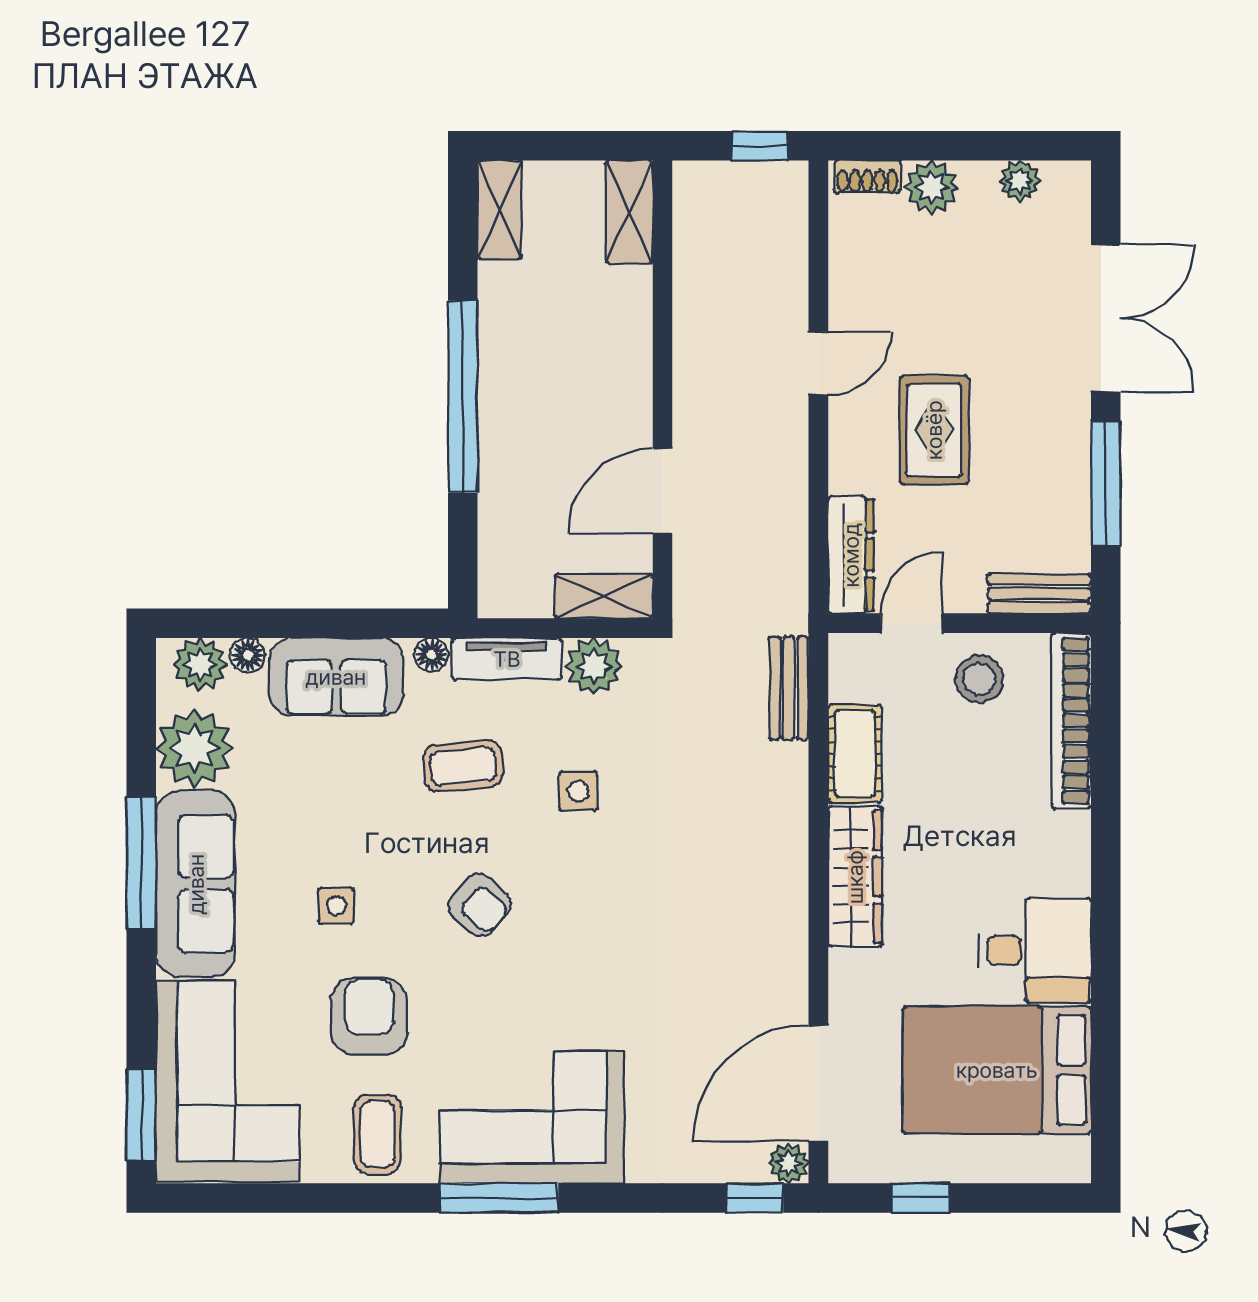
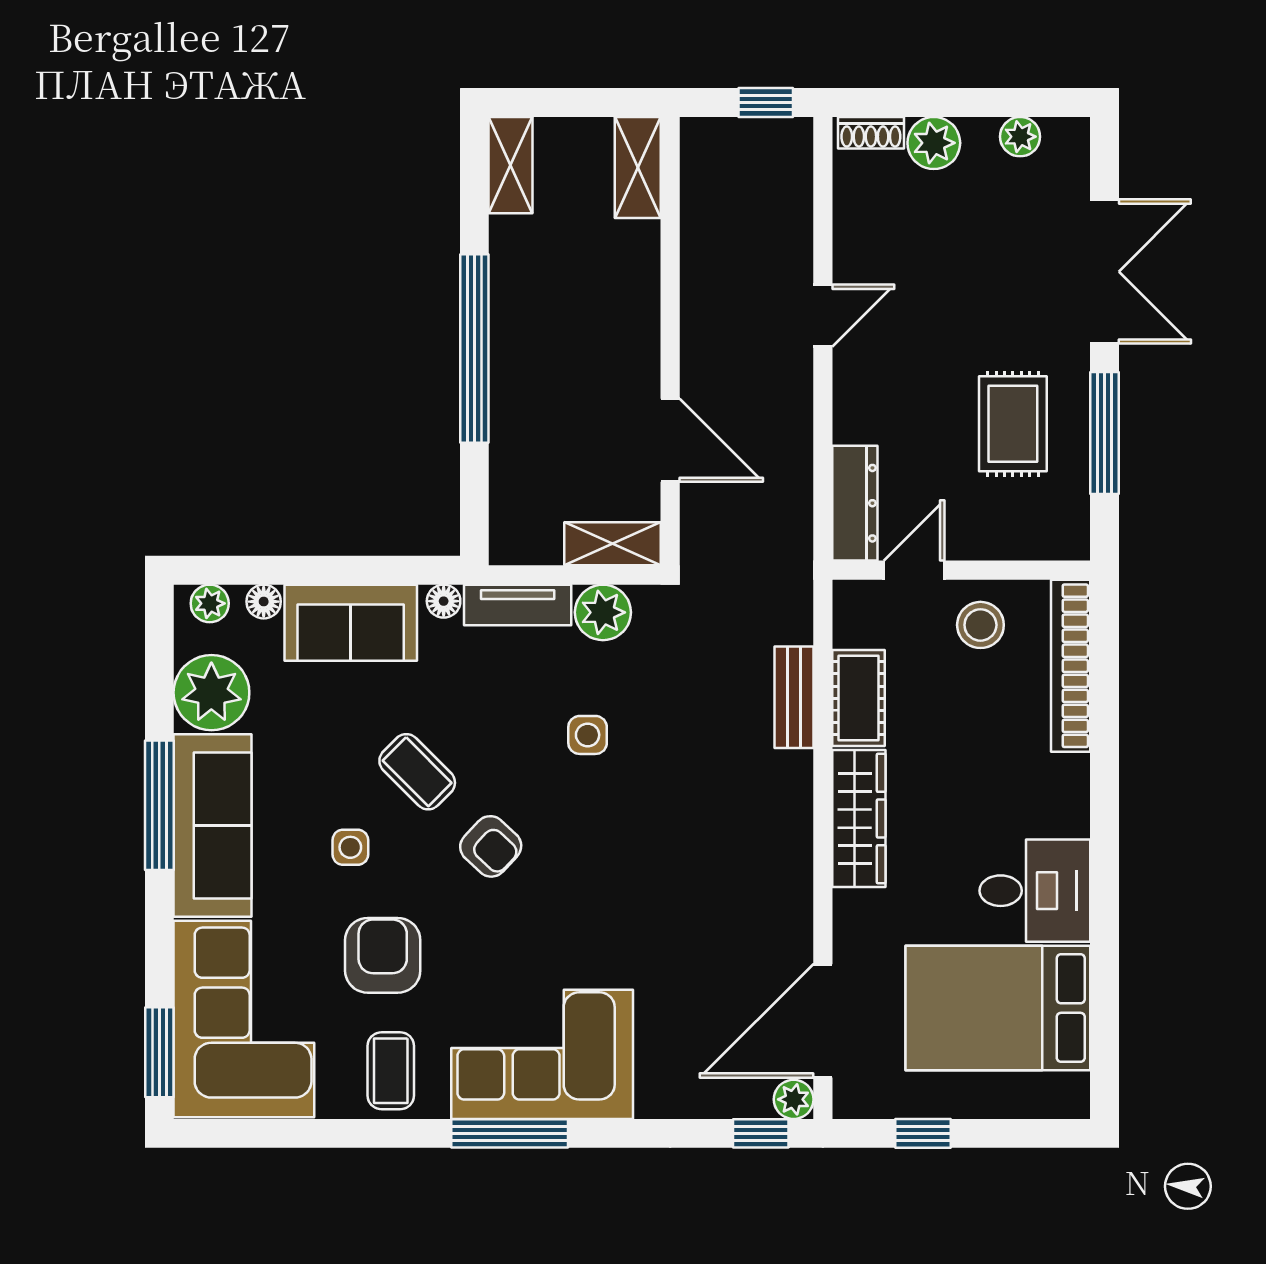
rug: (934, 430) -> (1013, 424), moved
door: (662, 491) -> (670, 440), swing flipped
bench: (1039, 594) -> (1039, 541), removed
plant: (200, 664) -> (210, 603), width x0.73, depth x0.73
bench: (789, 688) -> (794, 697), moved
coffee table: (463, 766) -> (417, 772), moved, turned 50

